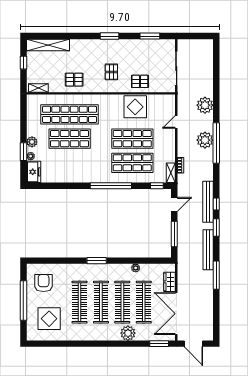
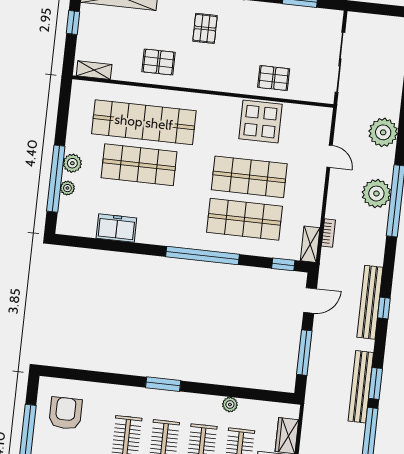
pallet: (111, 72) -> (205, 28), moved
door: (176, 122) -> (330, 156), swing flipped
window: (23, 152) -> (56, 179), width x2.11
freezer: (34, 172) -> (116, 228), moved, turned -90
window: (216, 228) -> (376, 383), moved

